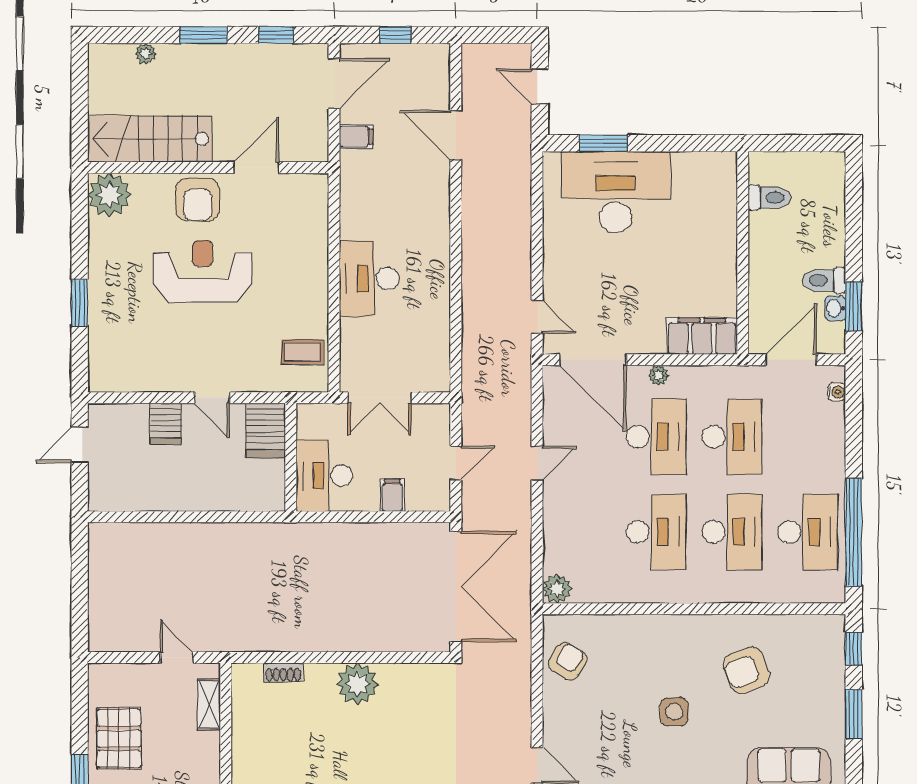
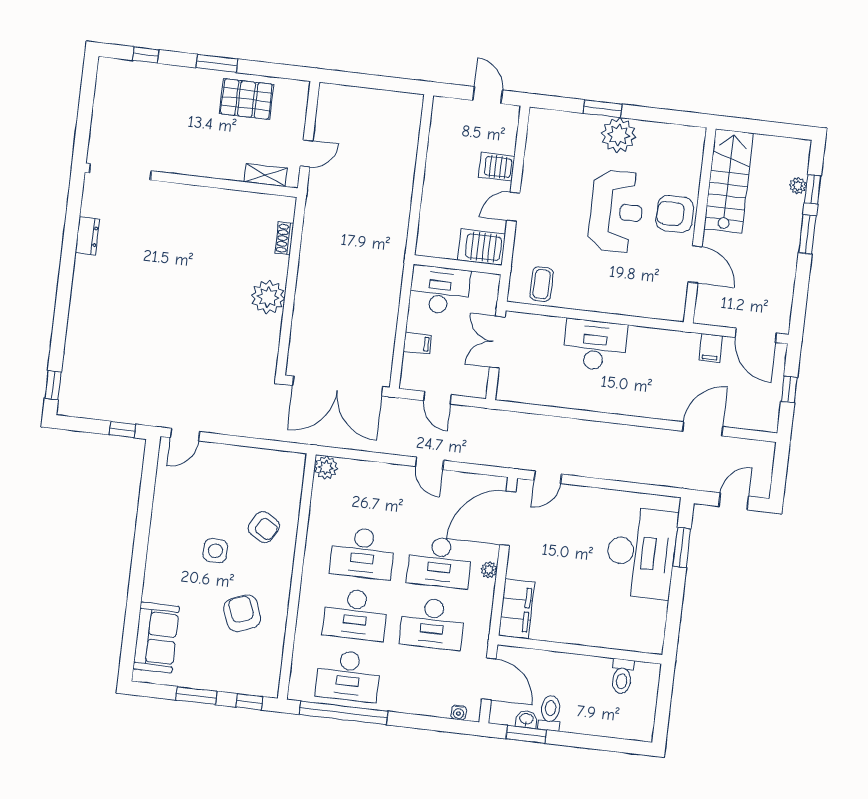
window: (276, 35) -> (813, 189), moved
plant: (109, 195) -> (618, 135), moved
armchair: (568, 661) -> (264, 527), moved

